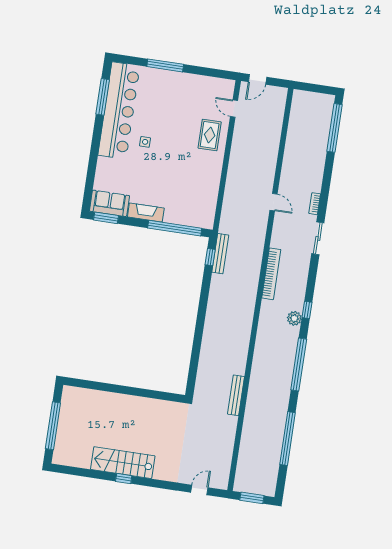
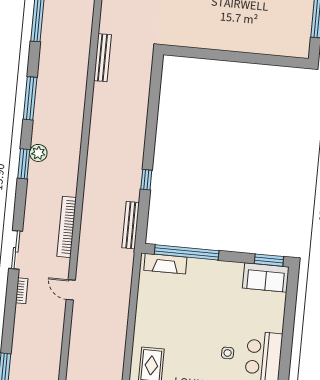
fireplace: (146, 212) -> (165, 264), moved
window: (210, 257) -> (146, 180), moved
bookcase: (271, 274) -> (67, 227), moved
window: (307, 310) -> (24, 164), width x1.50
window: (299, 365) -> (30, 98), width x0.68

